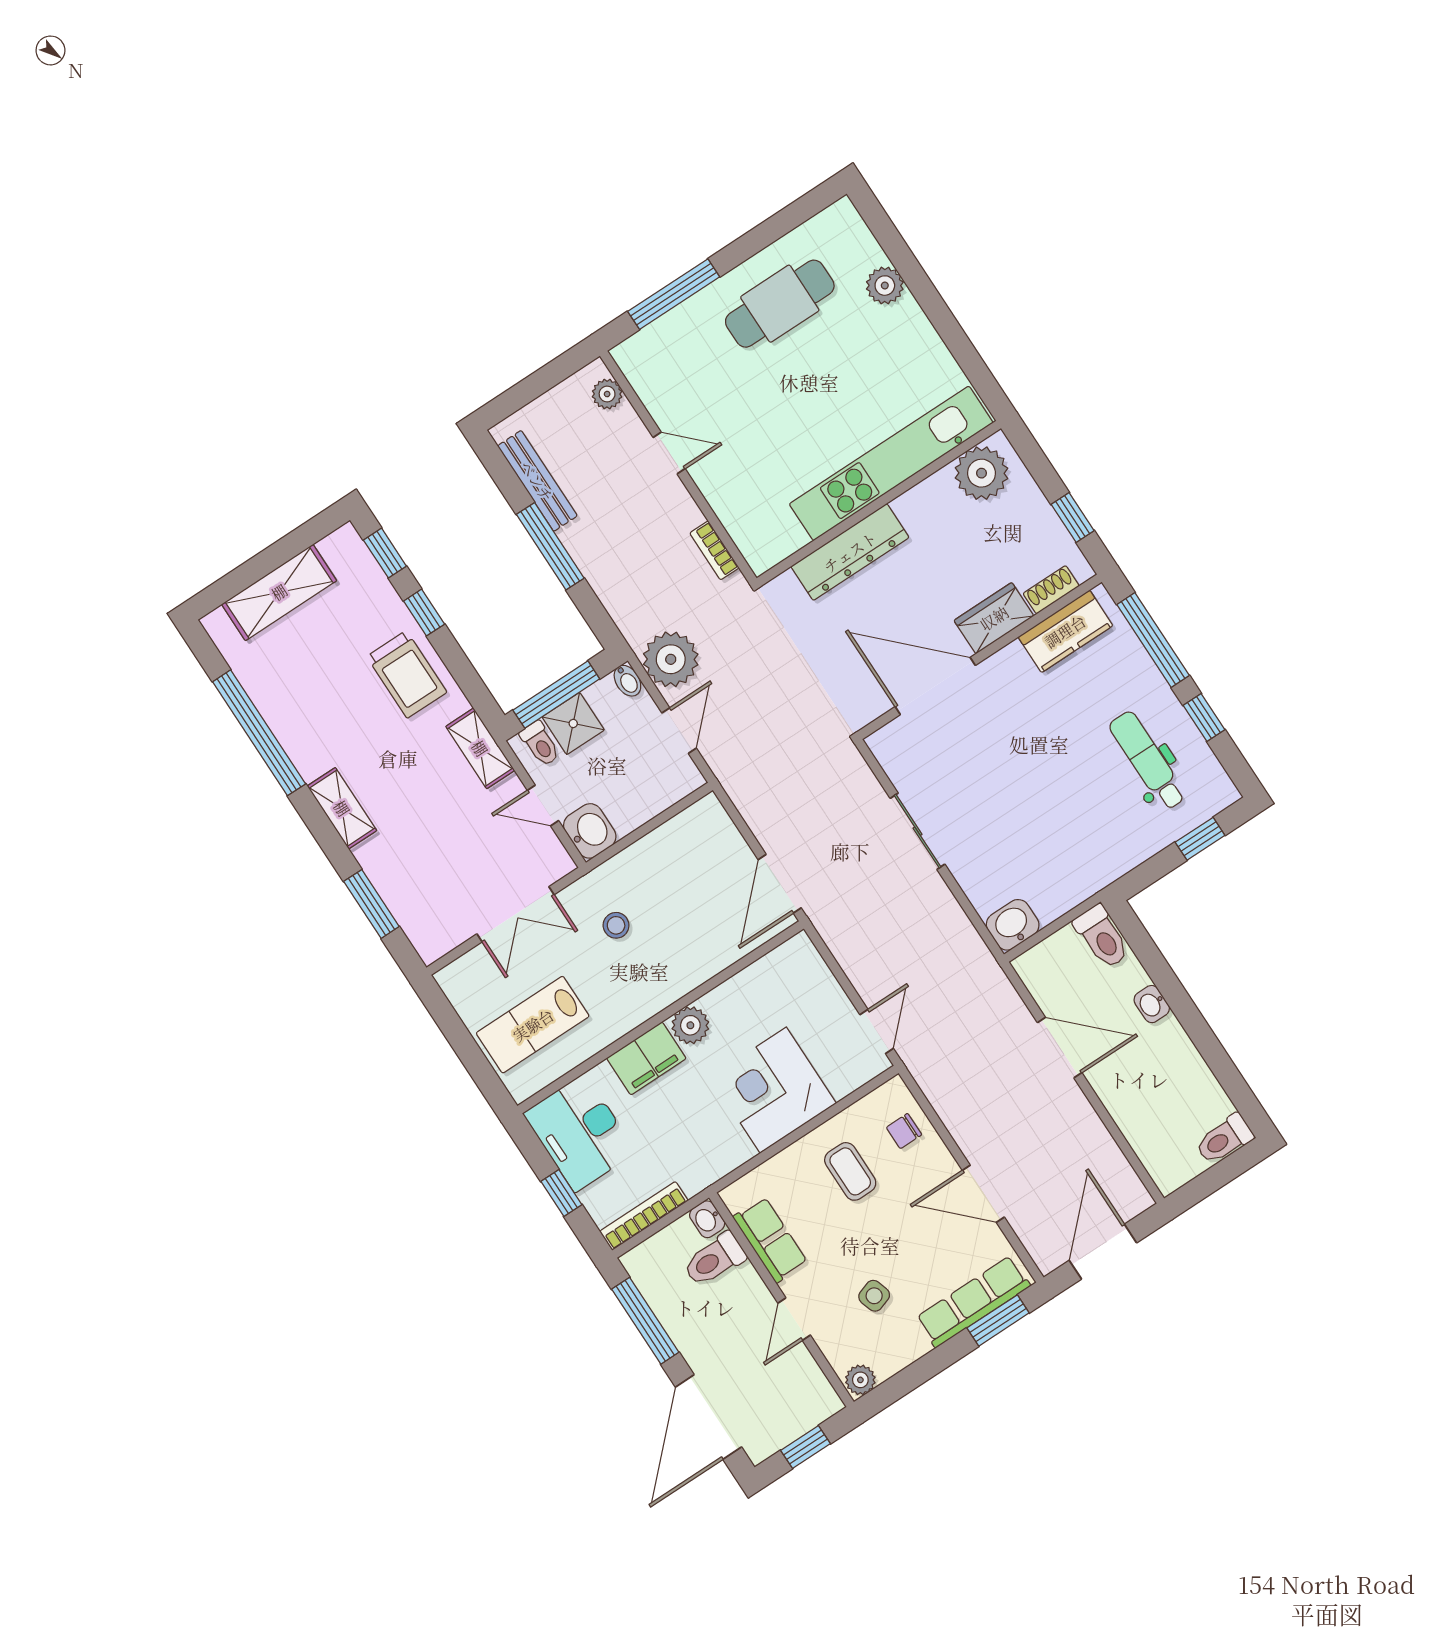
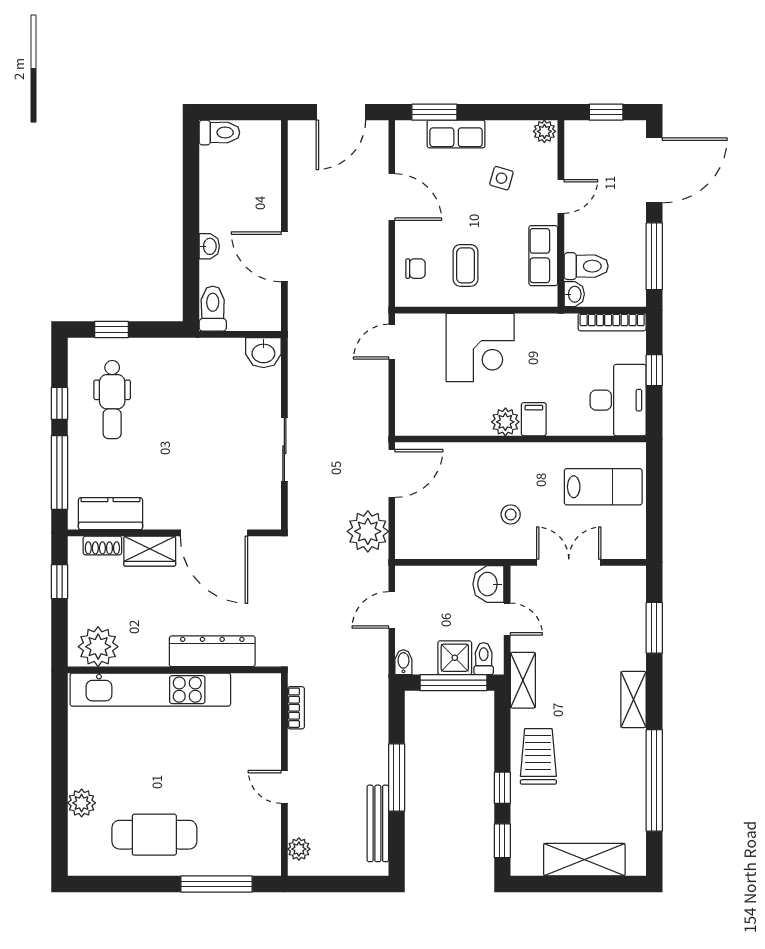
plant: (671, 659) -> (368, 531), moved
filing cabinet: (646, 1058) -> (534, 419), width x0.50
side table: (874, 1296) -> (501, 178), turned 34
row of seats: (973, 1302) -> (456, 134), width x0.68

